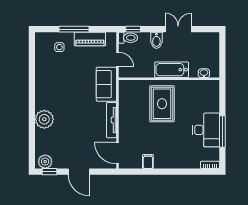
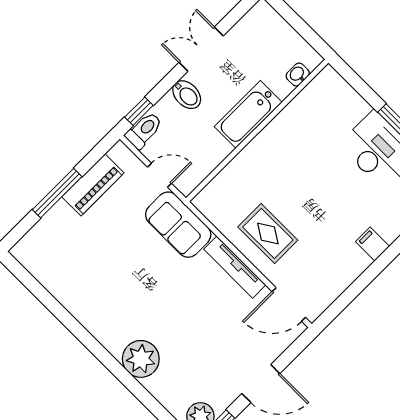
side table: (59, 47) -> (62, 238), removed
rug: (162, 104) -> (268, 233), moved, width x0.73, depth x0.70
filing cabinet: (148, 162) -> (372, 244), moved

